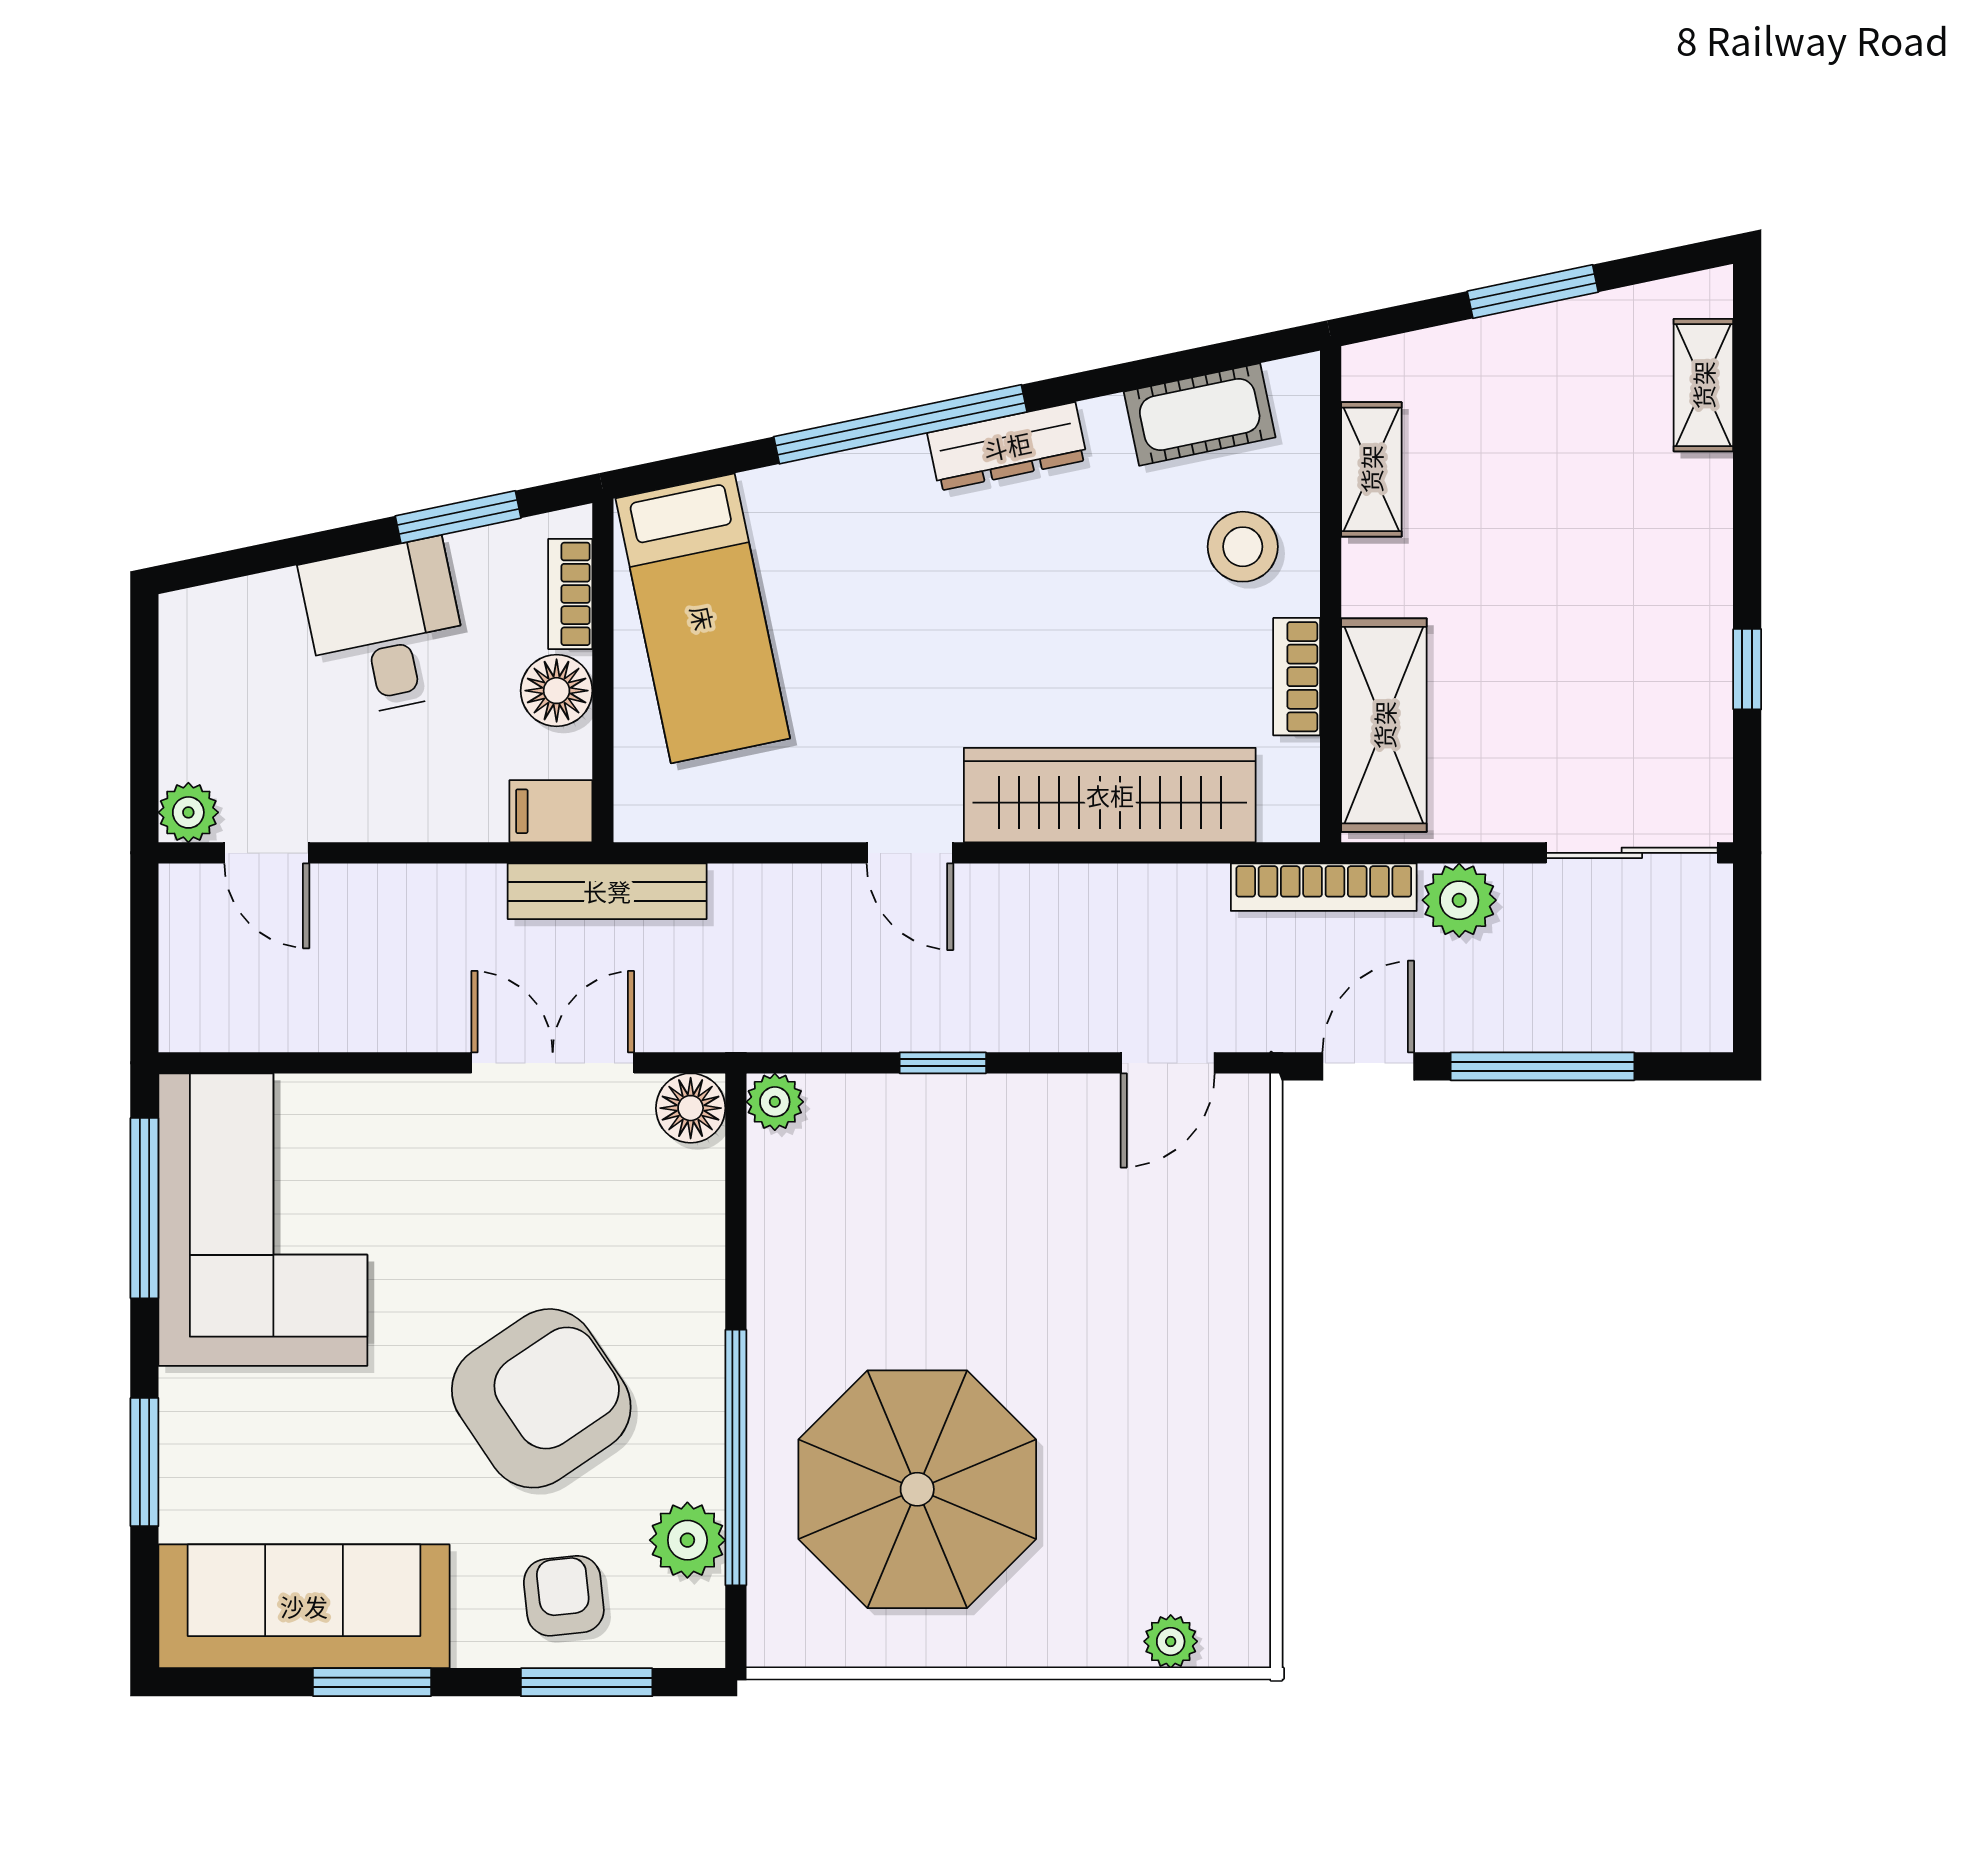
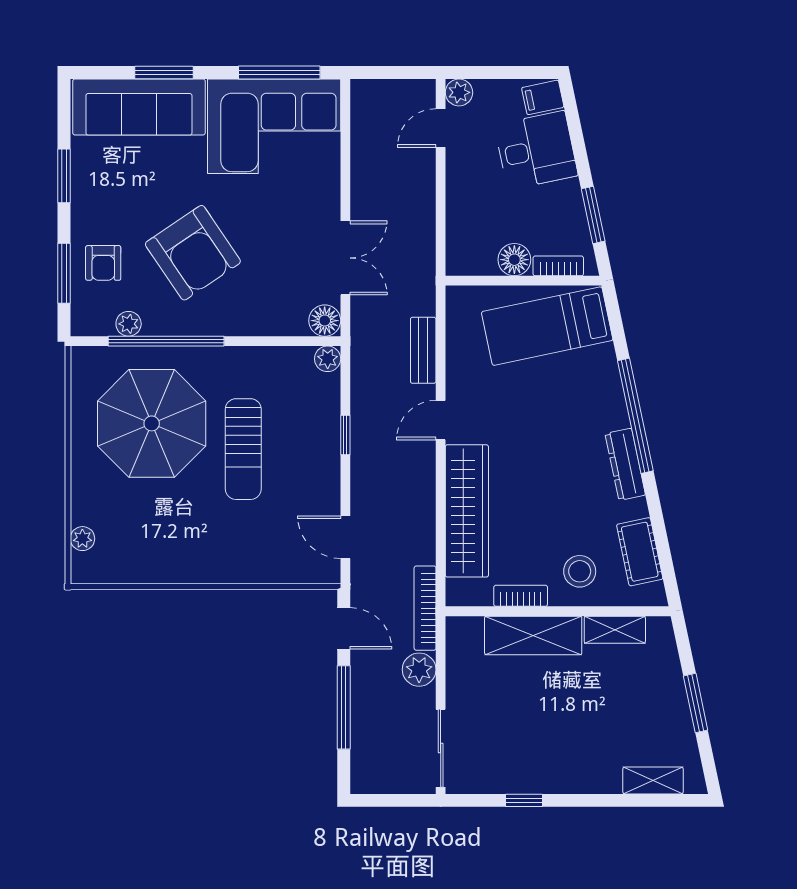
desk: (386, 628) -> (536, 150), moved
shelving: (1384, 725) -> (533, 635), moved
filing cabinet: (551, 811) -> (543, 97), moved, turned -102
bench: (607, 891) -> (423, 350), moved, width x0.73
sun lounger: (974, 1287) -> (243, 449), added
plant: (687, 1540) -> (129, 324), width x0.73, depth x0.73
armchair: (564, 1596) -> (103, 263), turned 96
sofa: (304, 1606) -> (139, 107), moved, turned 90

